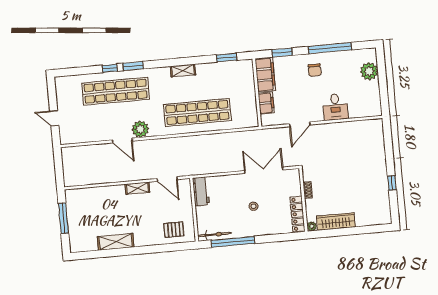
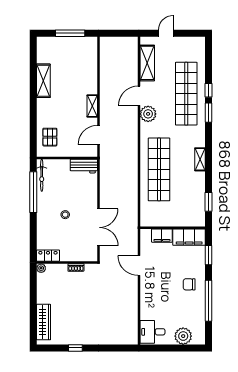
desk: (335, 107) -> (152, 332), moved
shelving: (87, 135) -> (147, 63), added
locker: (297, 214) -> (48, 256), width x0.66
wardrobe: (336, 222) -> (44, 322), moved

